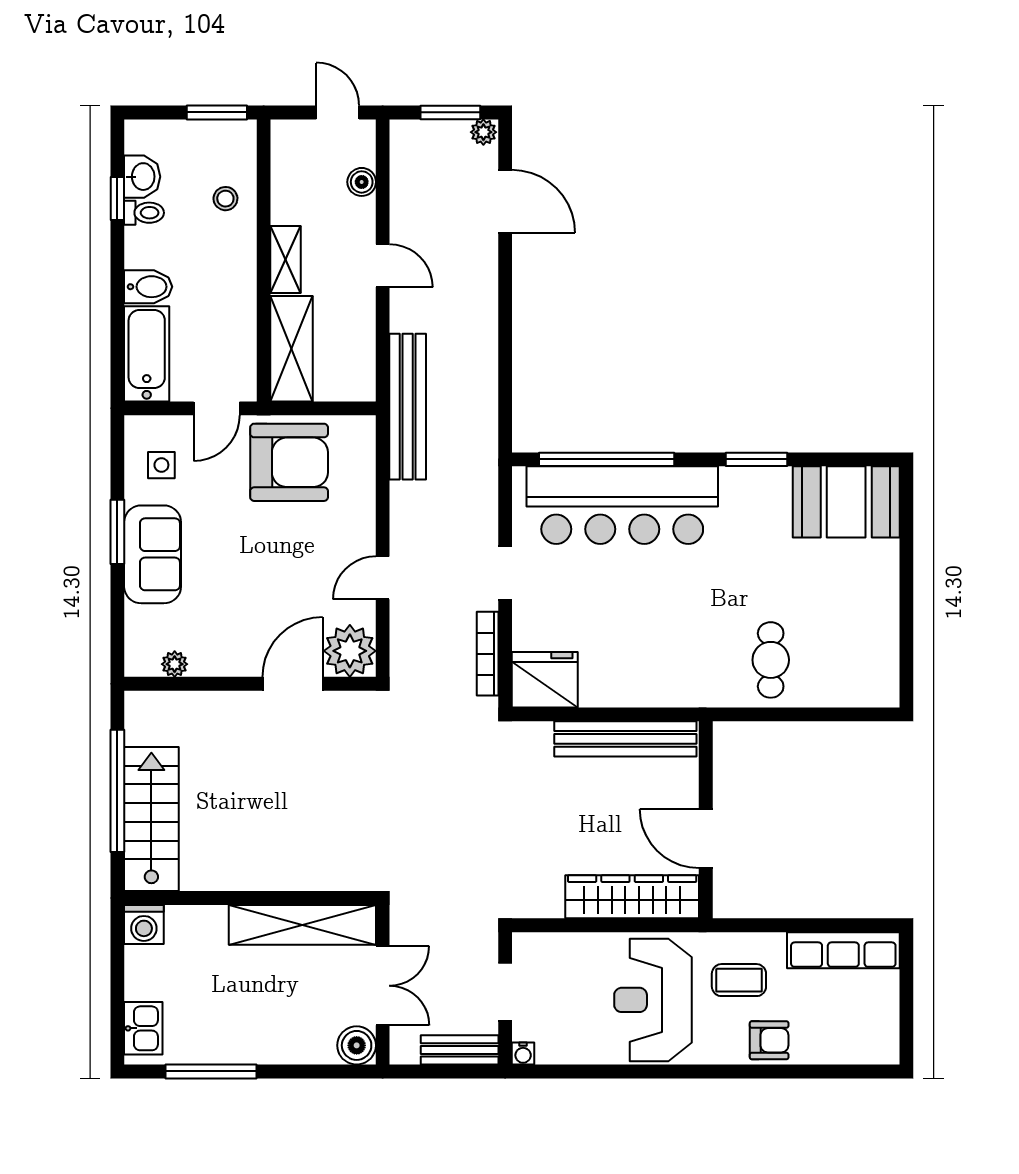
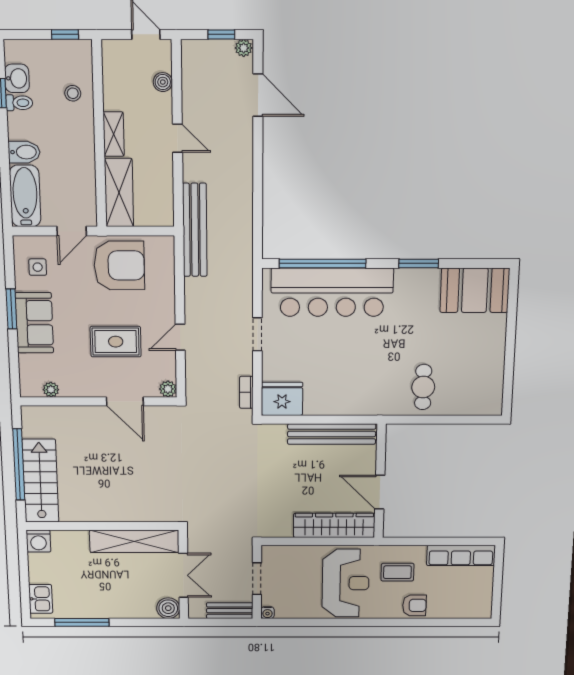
window: (217, 112) -> (65, 34), width x0.67
window: (450, 112) -> (221, 34), width x0.67
rug: (280, 585) -> (116, 342), added
plant: (350, 651) -> (168, 389), width x0.53, depth x0.53
bookcase: (488, 654) -> (246, 392), width x0.64
door: (293, 684) -> (125, 401), swing flipped
reception desk: (653, 1000) -> (346, 583), turned 180

